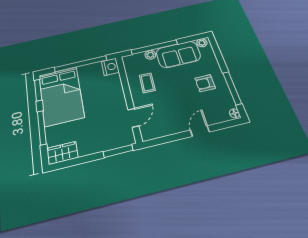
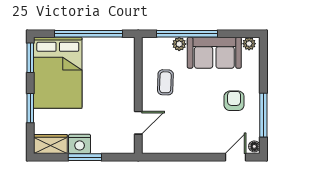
nightstand: (110, 67) -> (80, 144), moved, turned 90
armchair: (205, 83) -> (234, 101), turned 90
window: (42, 128) -> (30, 108), width x0.69
door: (200, 131) -> (235, 157), moved
window: (118, 151) -> (85, 157), moved

